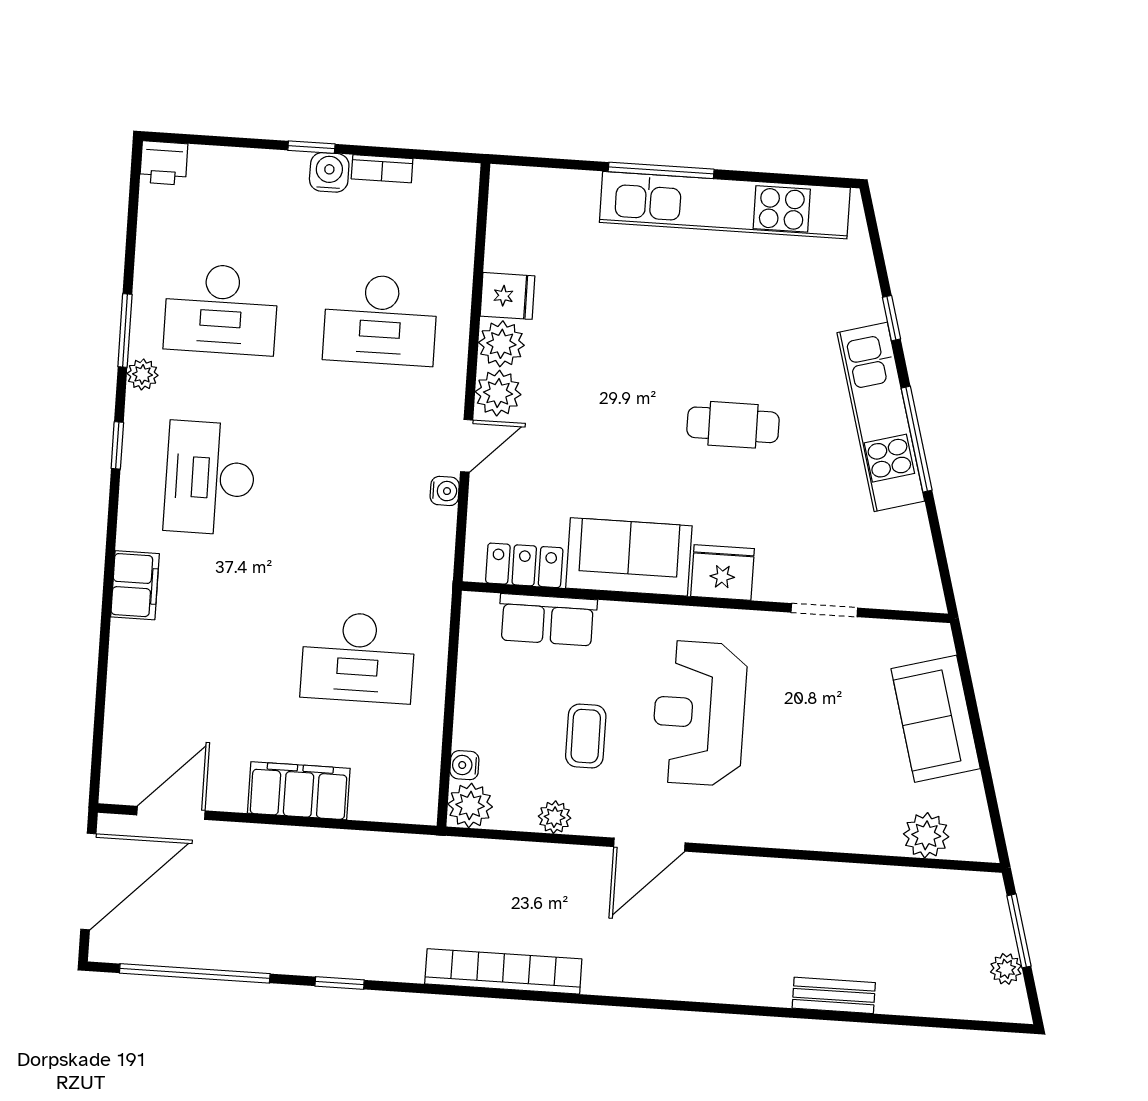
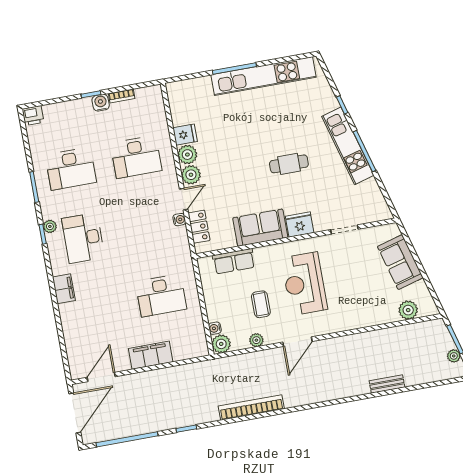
plant: (143, 374) -> (50, 226), moved
locker: (524, 565) -> (199, 227), moved, turned 90

